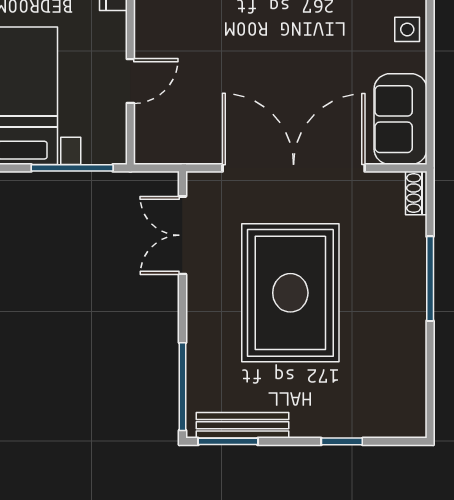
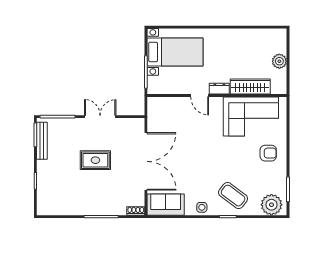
door: (130, 81) -> (200, 96), moved
double door: (182, 235) -> (100, 117), moved
rug: (290, 293) -> (95, 160), width x0.54, depth x0.49

